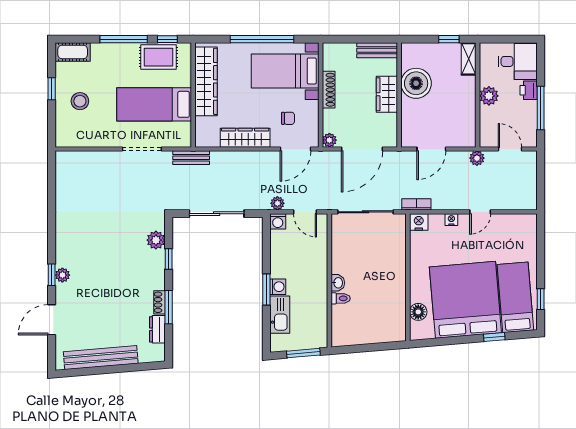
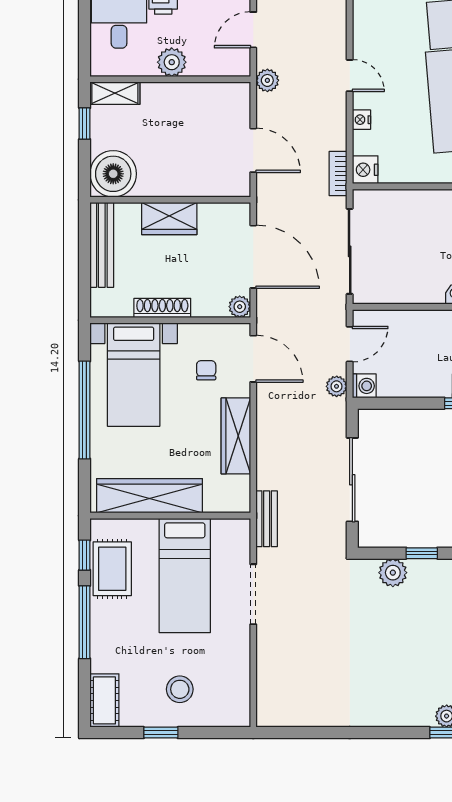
bench: (377, 50) -> (102, 245), width x1.36
boiler: (416, 83) -> (113, 174), moved

